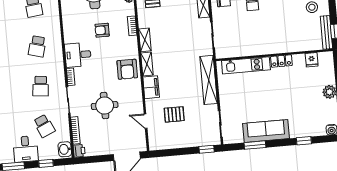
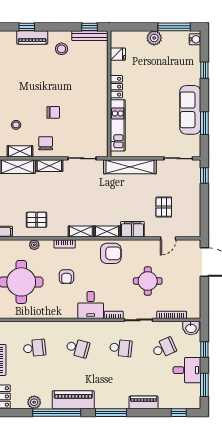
printer: (79, 151) -> (194, 313), removed

